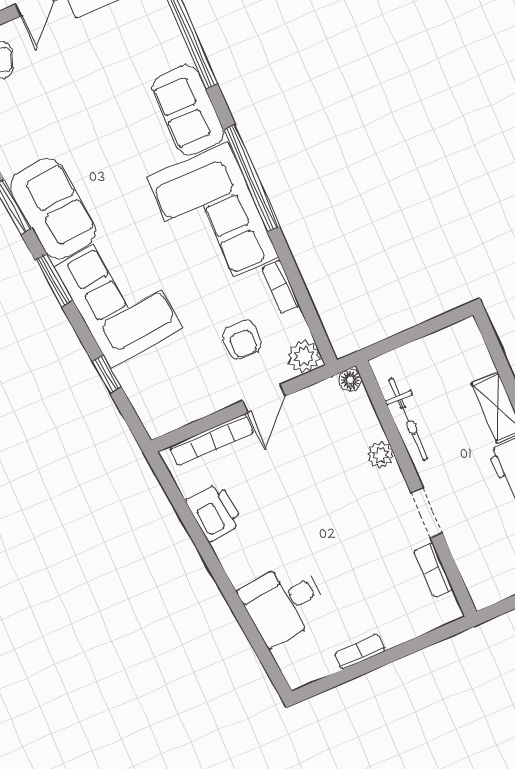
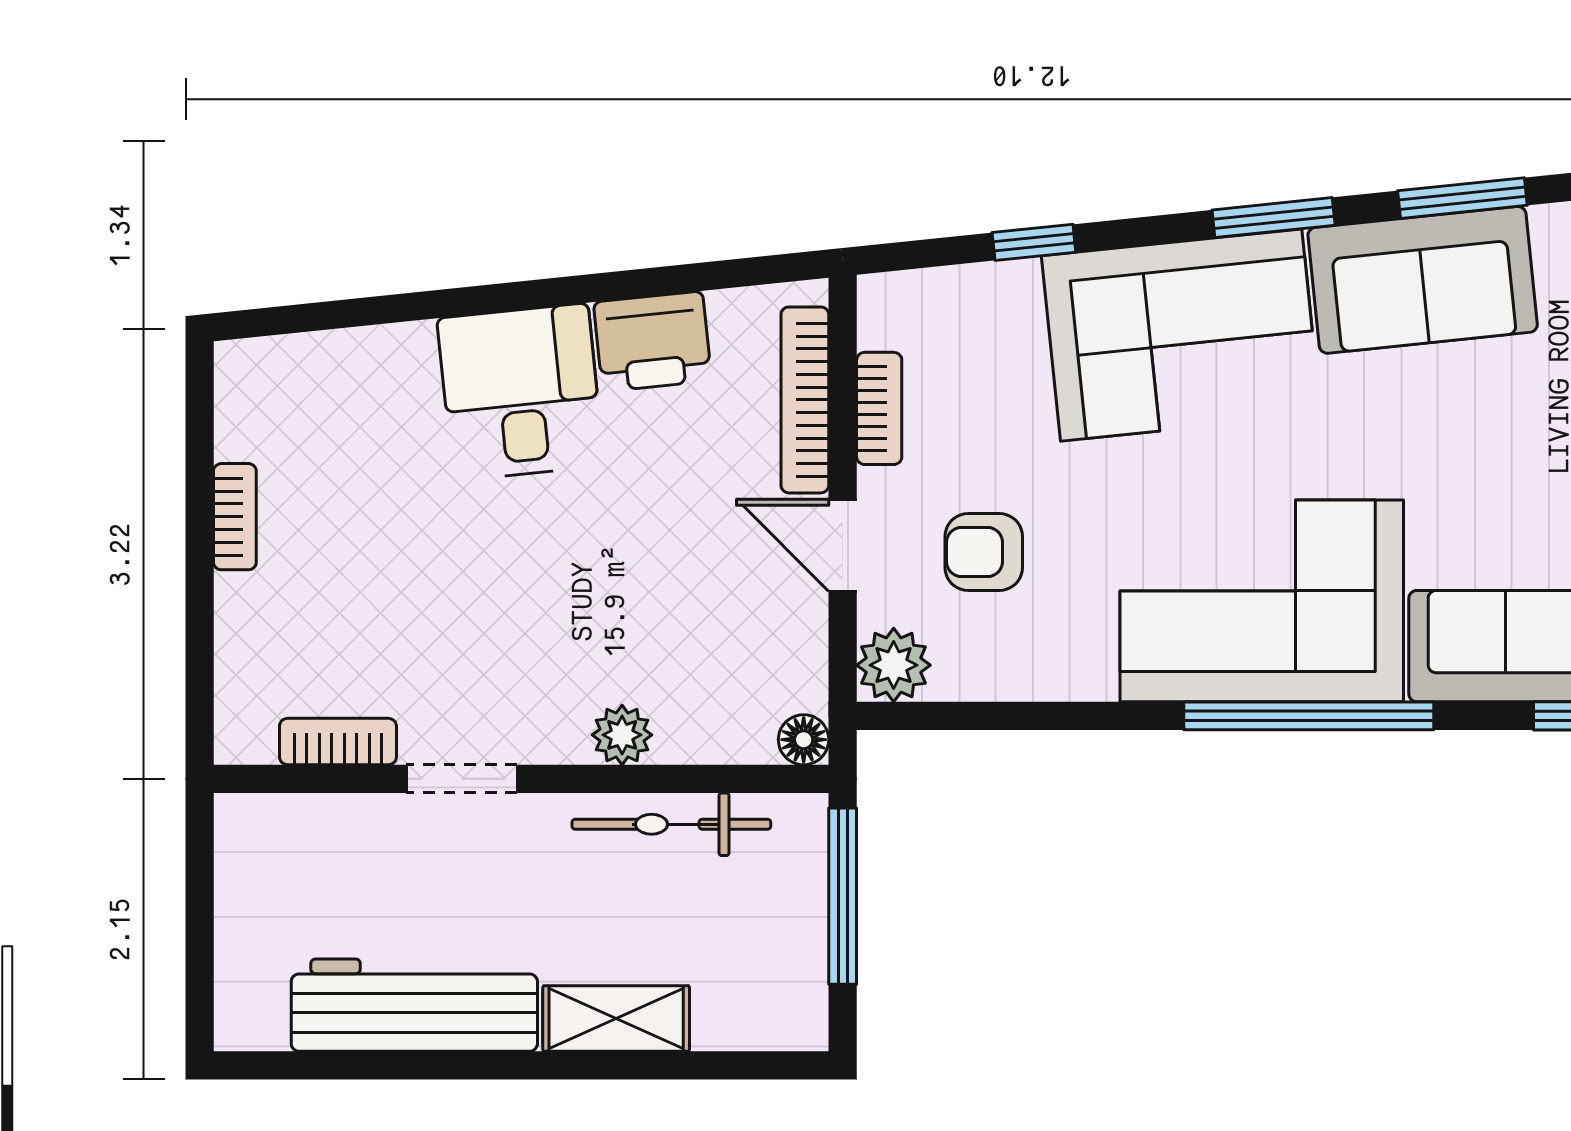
bookcase: (281, 287) -> (879, 408), moved, turned 90
window: (407, 337) -> (843, 896), added
desk: (284, 603) -> (521, 392), moved

